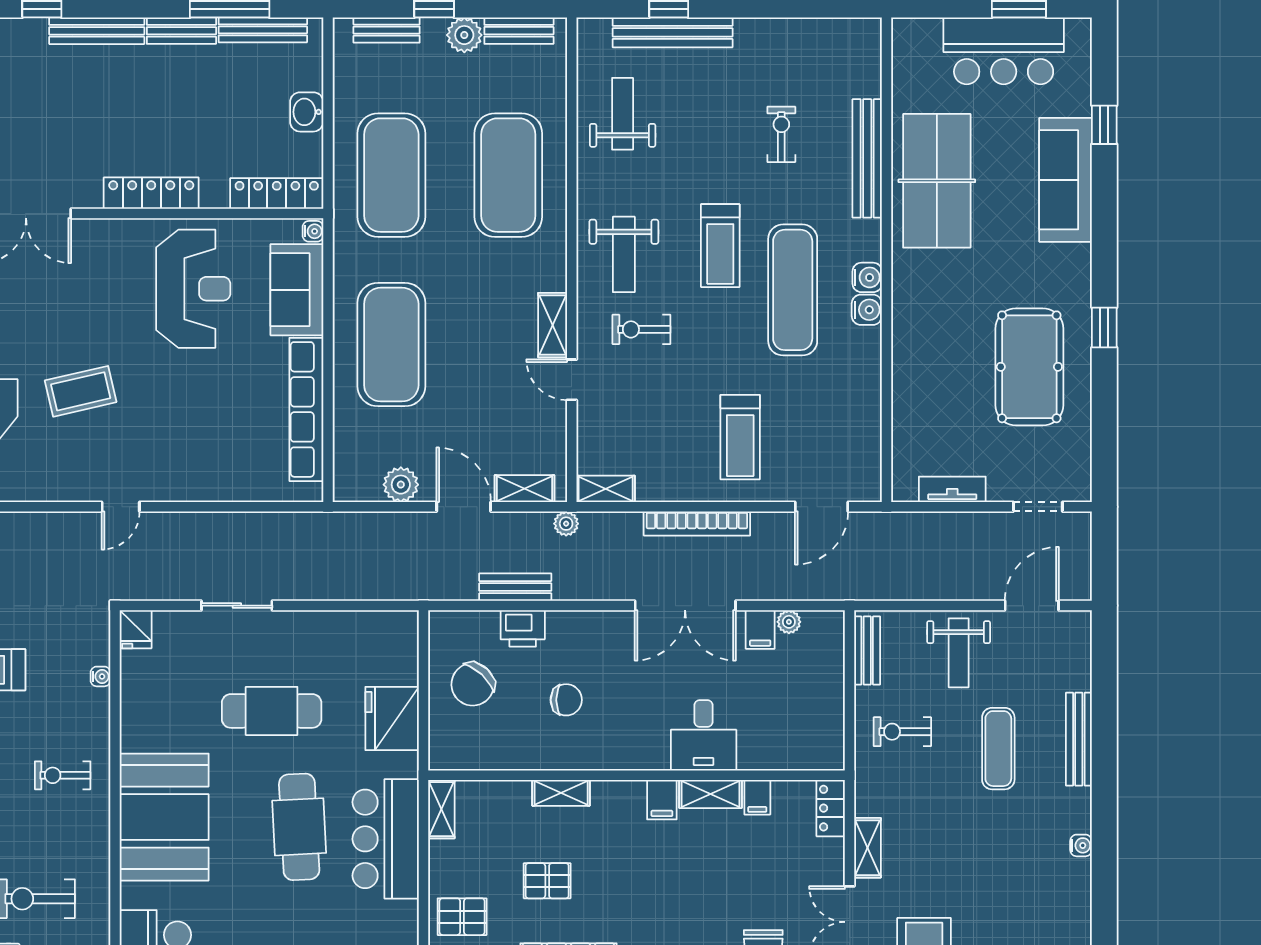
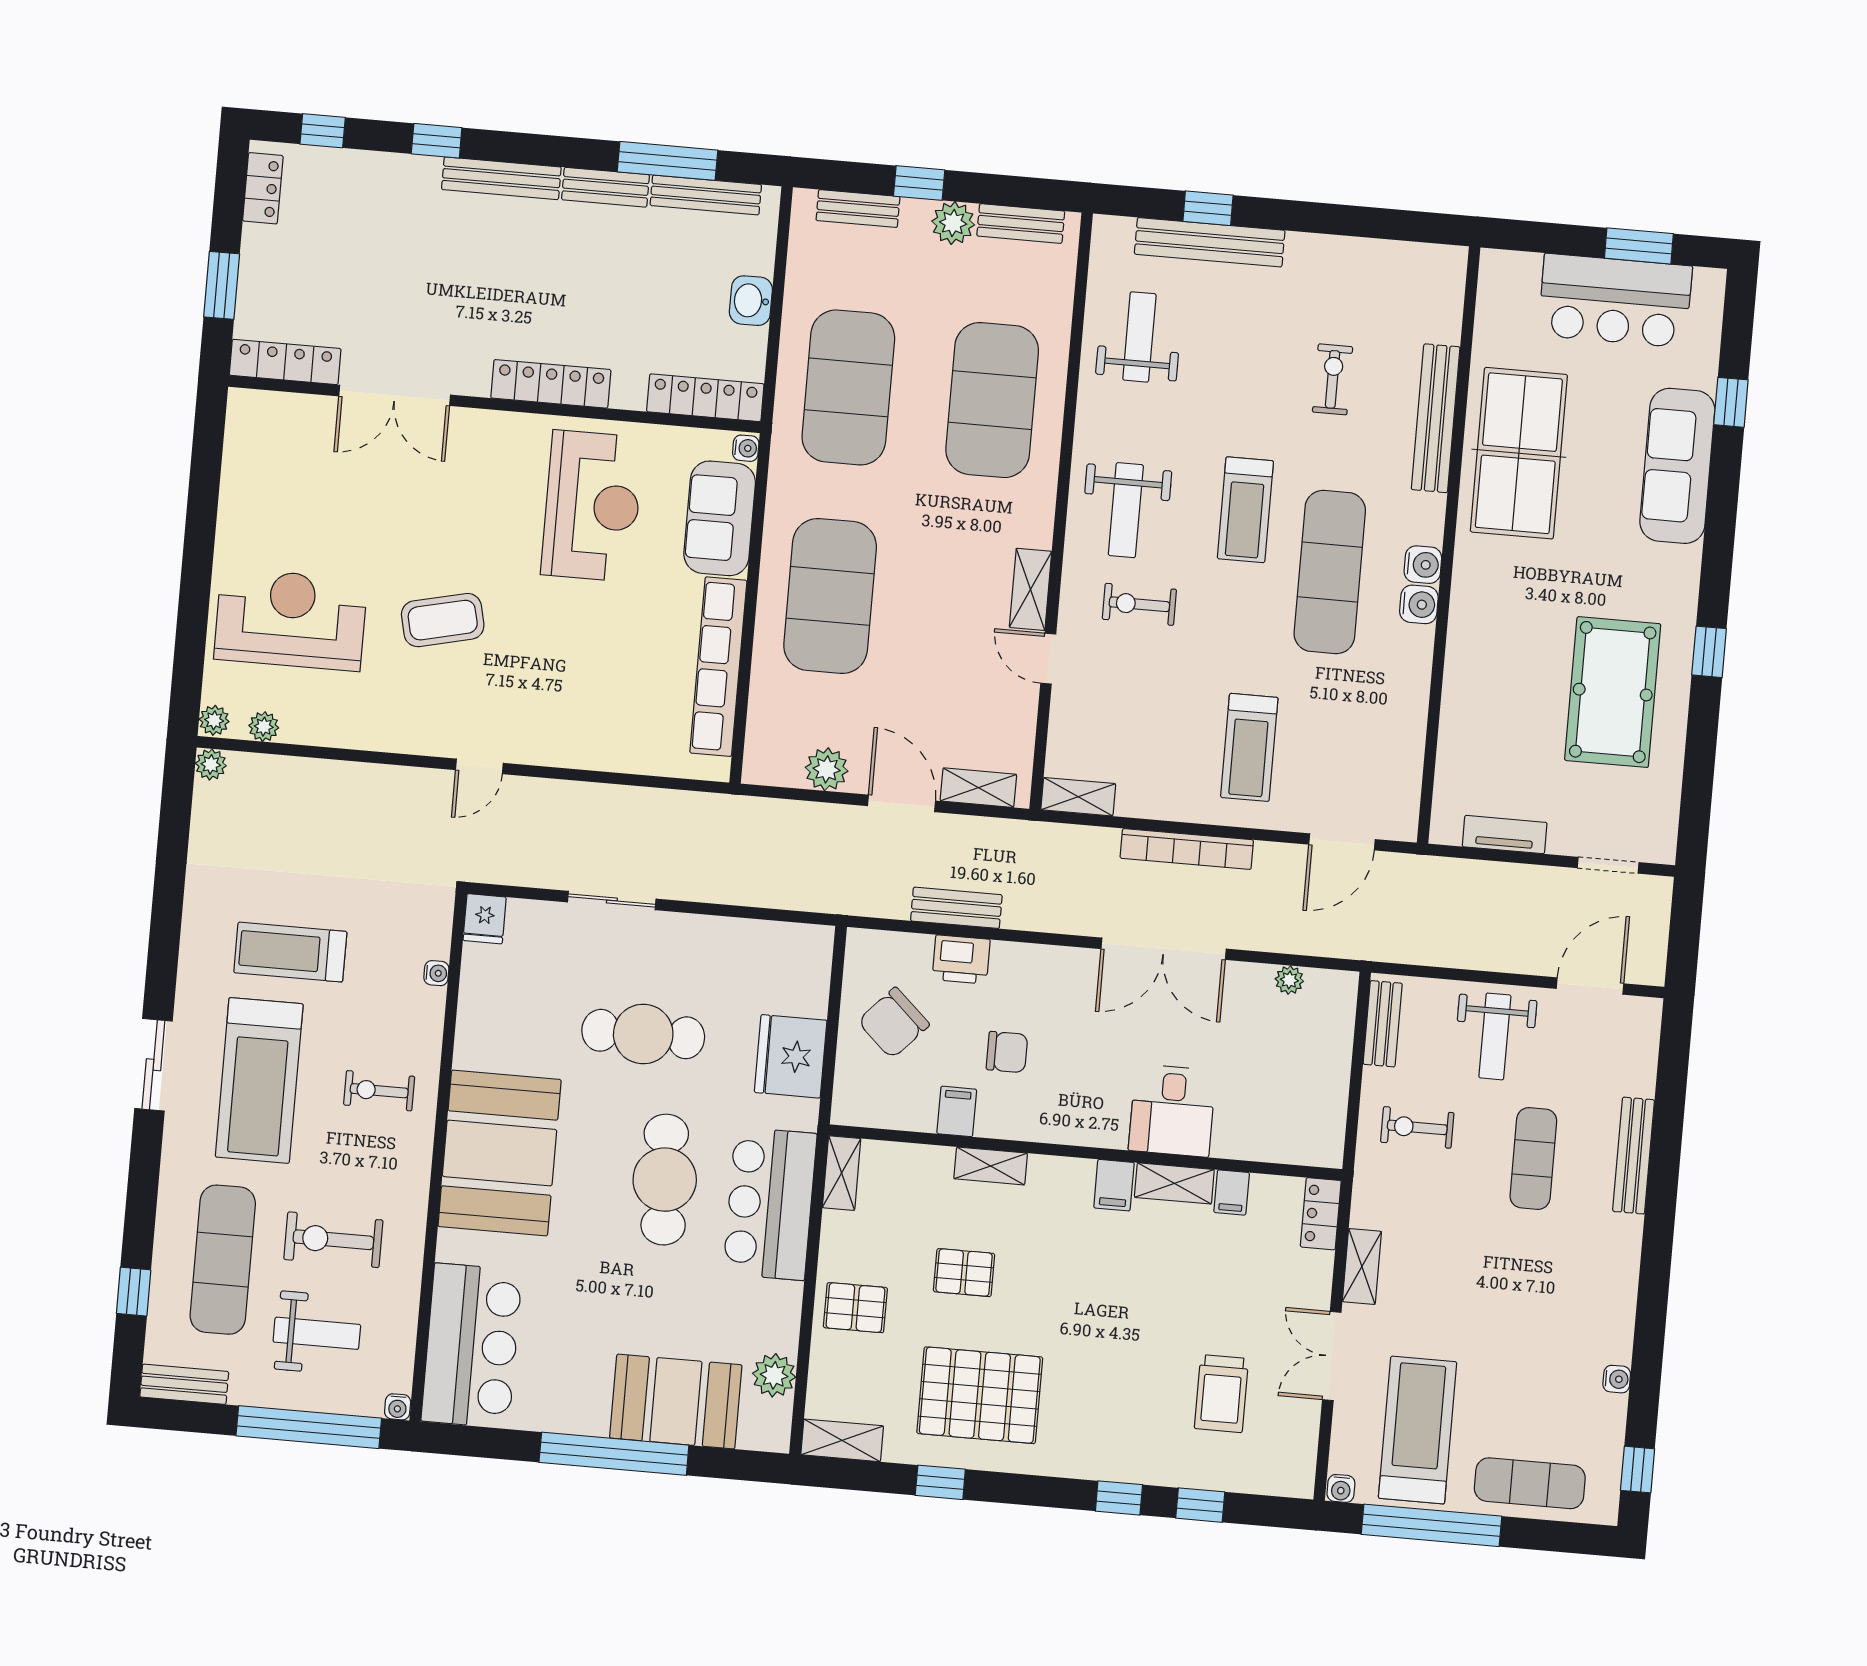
plant: (566, 524) -> (1026, 835), removed
filing cabinet: (760, 629) -> (957, 1111), moved, turned 180
water cooler: (1081, 845) -> (1617, 1379), moved

